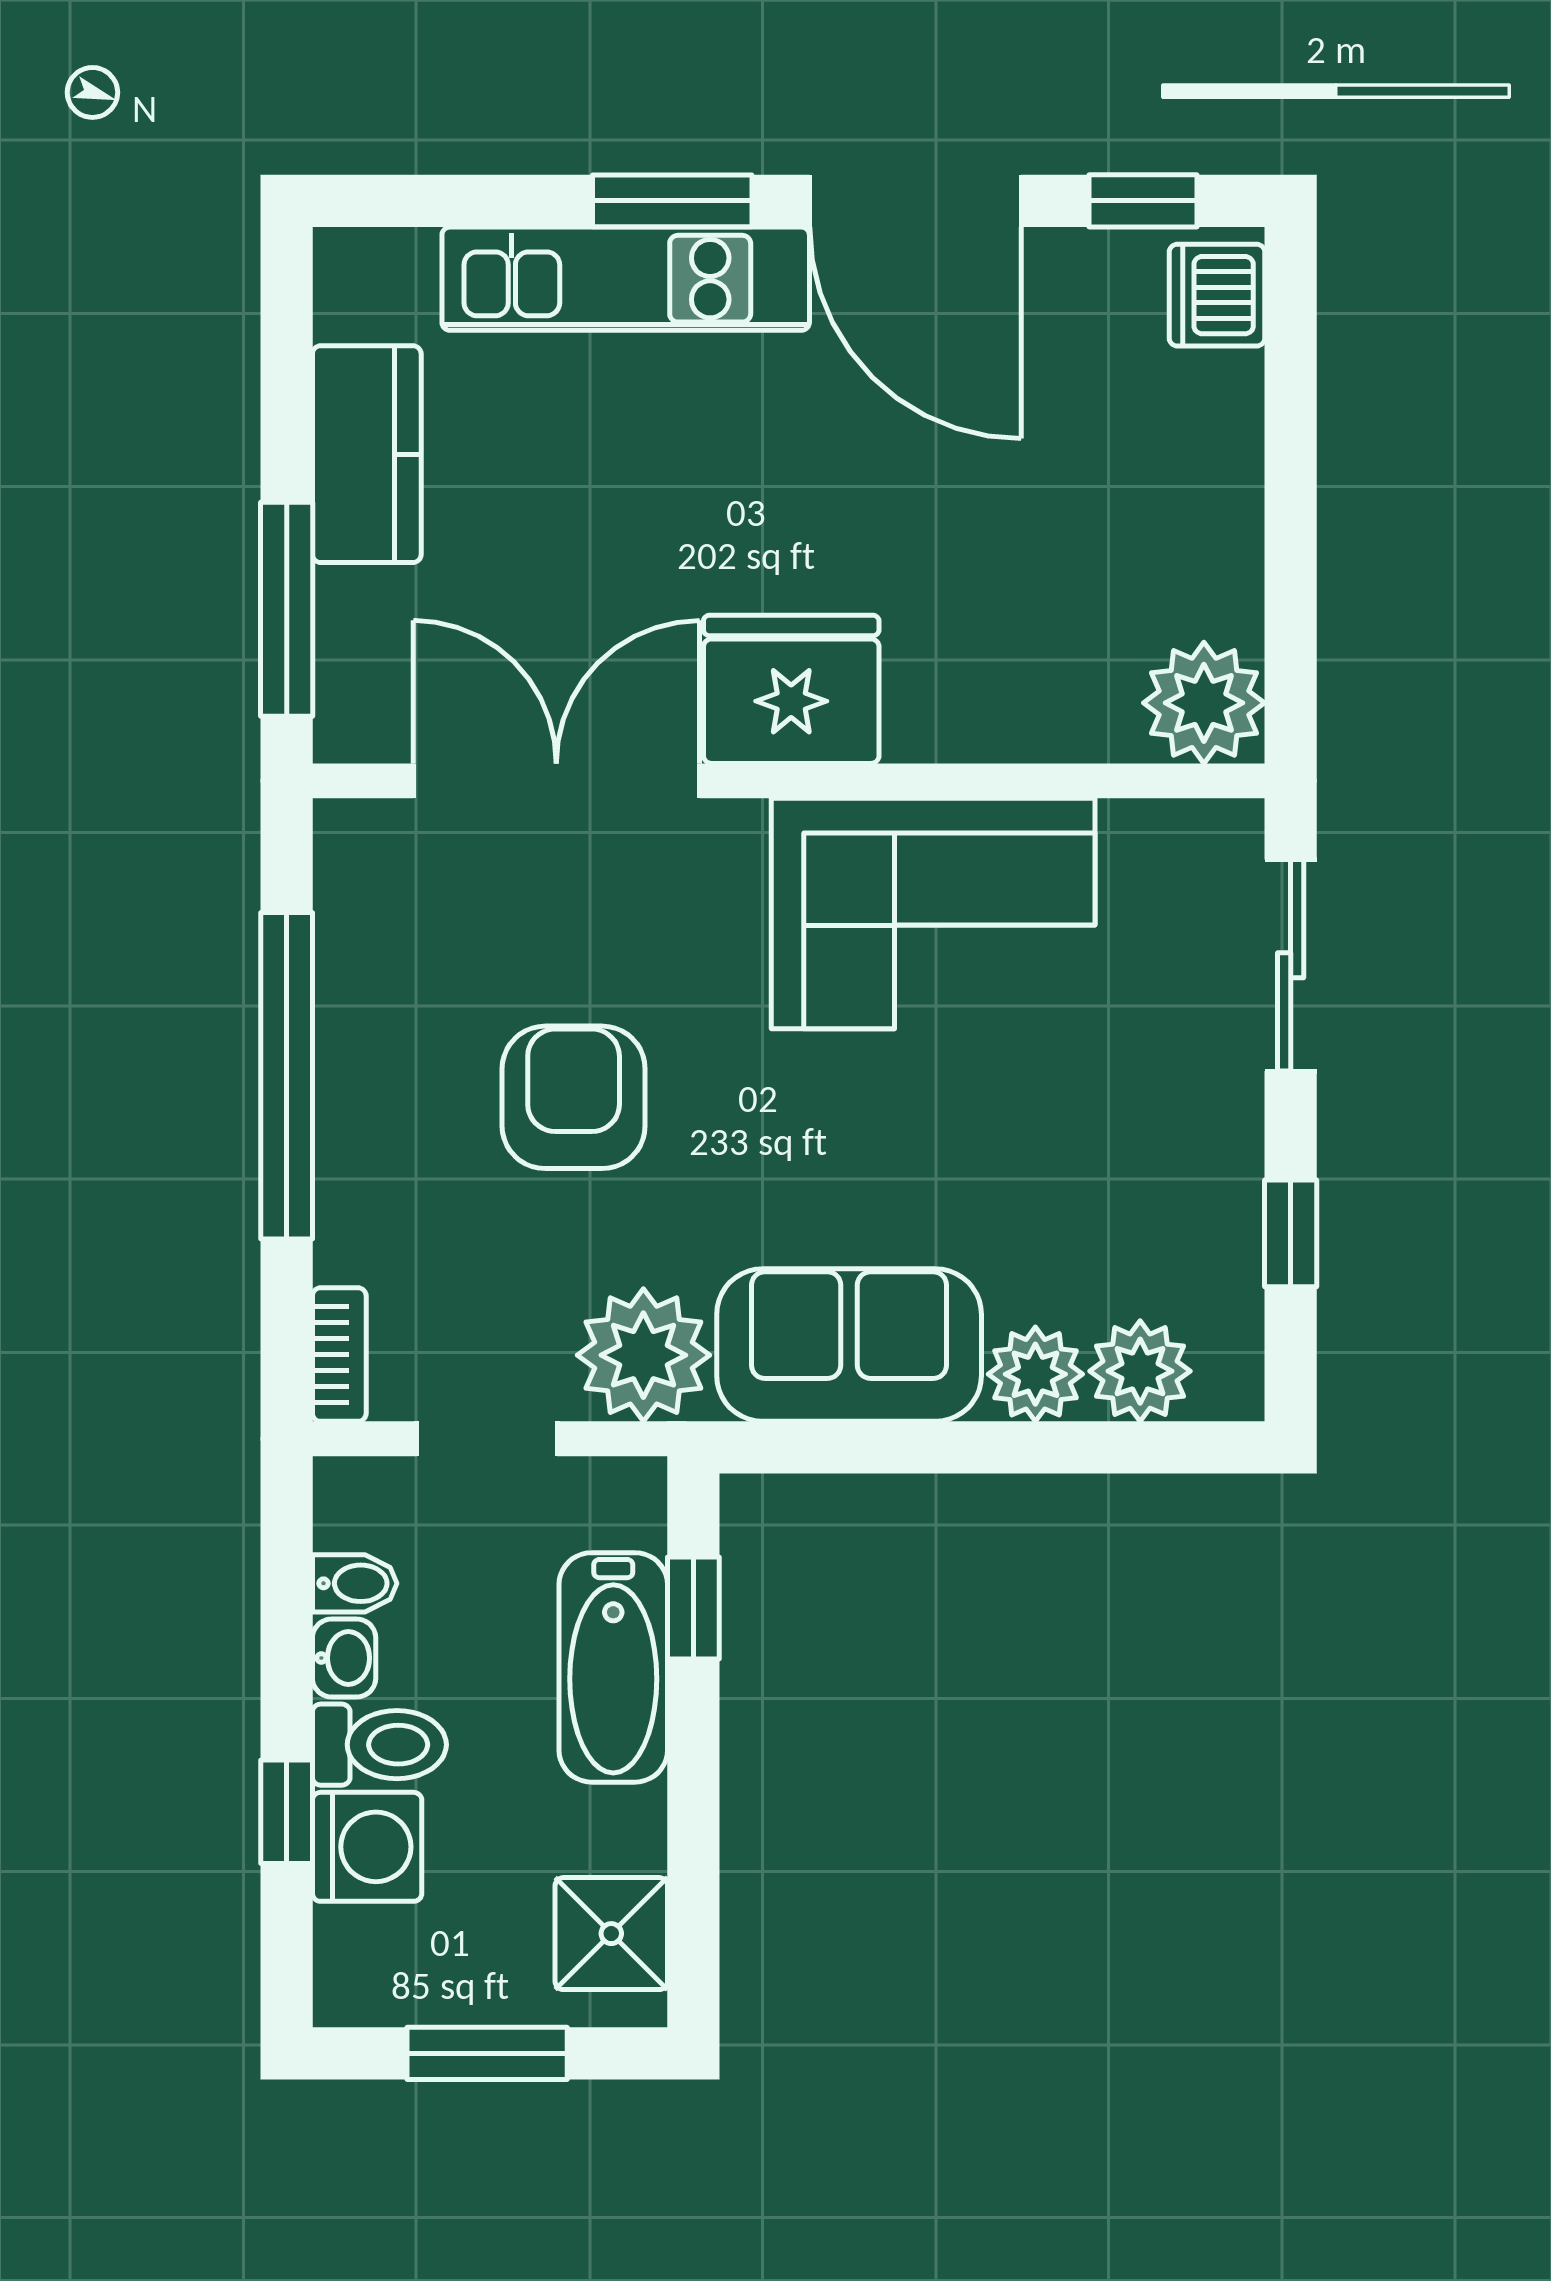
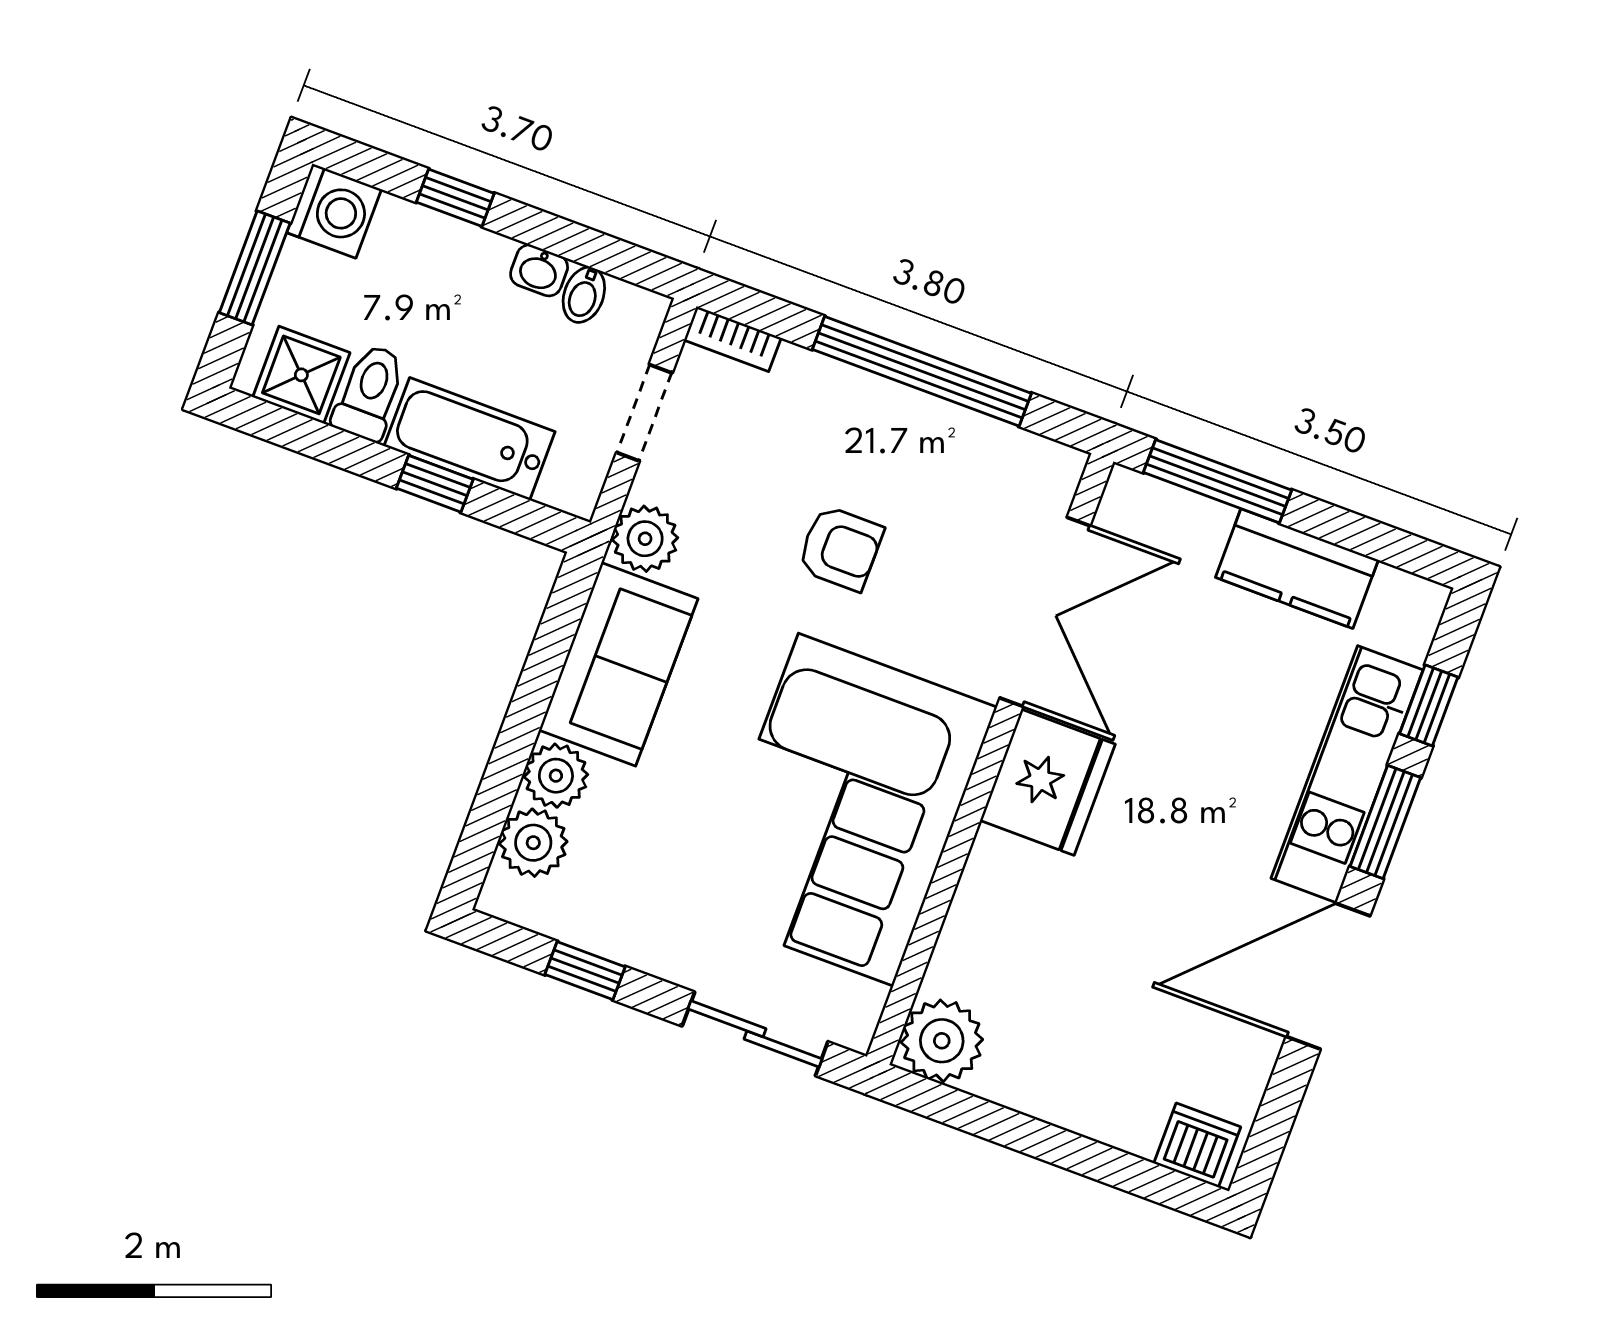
window: (1143, 201) -> (1429, 705), moved
corner sofa: (933, 914) -> (846, 810), width x1.36, depth x1.36
armchair: (574, 1097) -> (840, 548), width x0.72, depth x0.72
plant: (643, 1355) -> (645, 539), width x0.73, depth x0.73
window: (693, 1608) -> (435, 484), moved
toilet: (379, 1745) -> (370, 392), moved, turned 180
washing machine: (367, 1847) -> (334, 211), moved, turned -90

